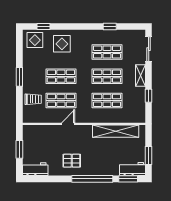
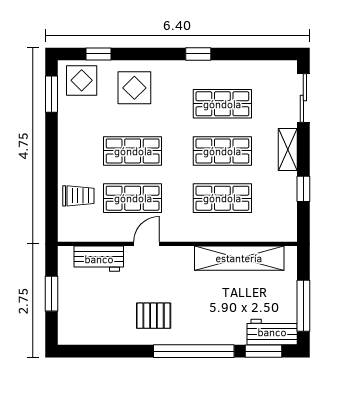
window: (110, 26) -> (198, 54), moved
window: (19, 77) -> (52, 94), moved
window: (149, 156) -> (303, 306), width x1.44
workbench: (35, 169) -> (99, 259), moved, turned 180

